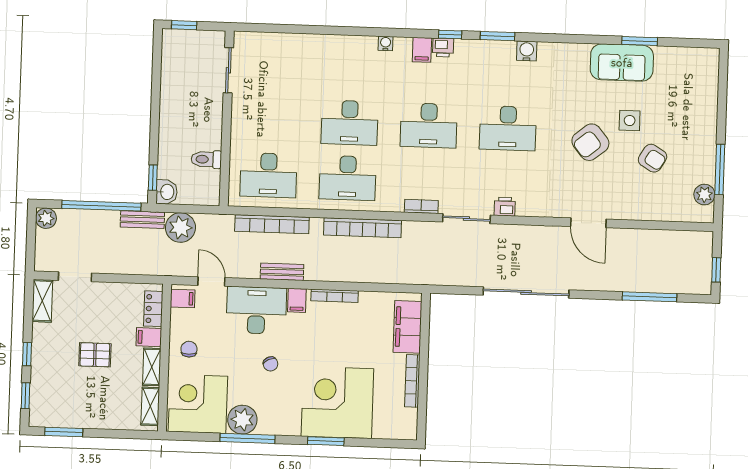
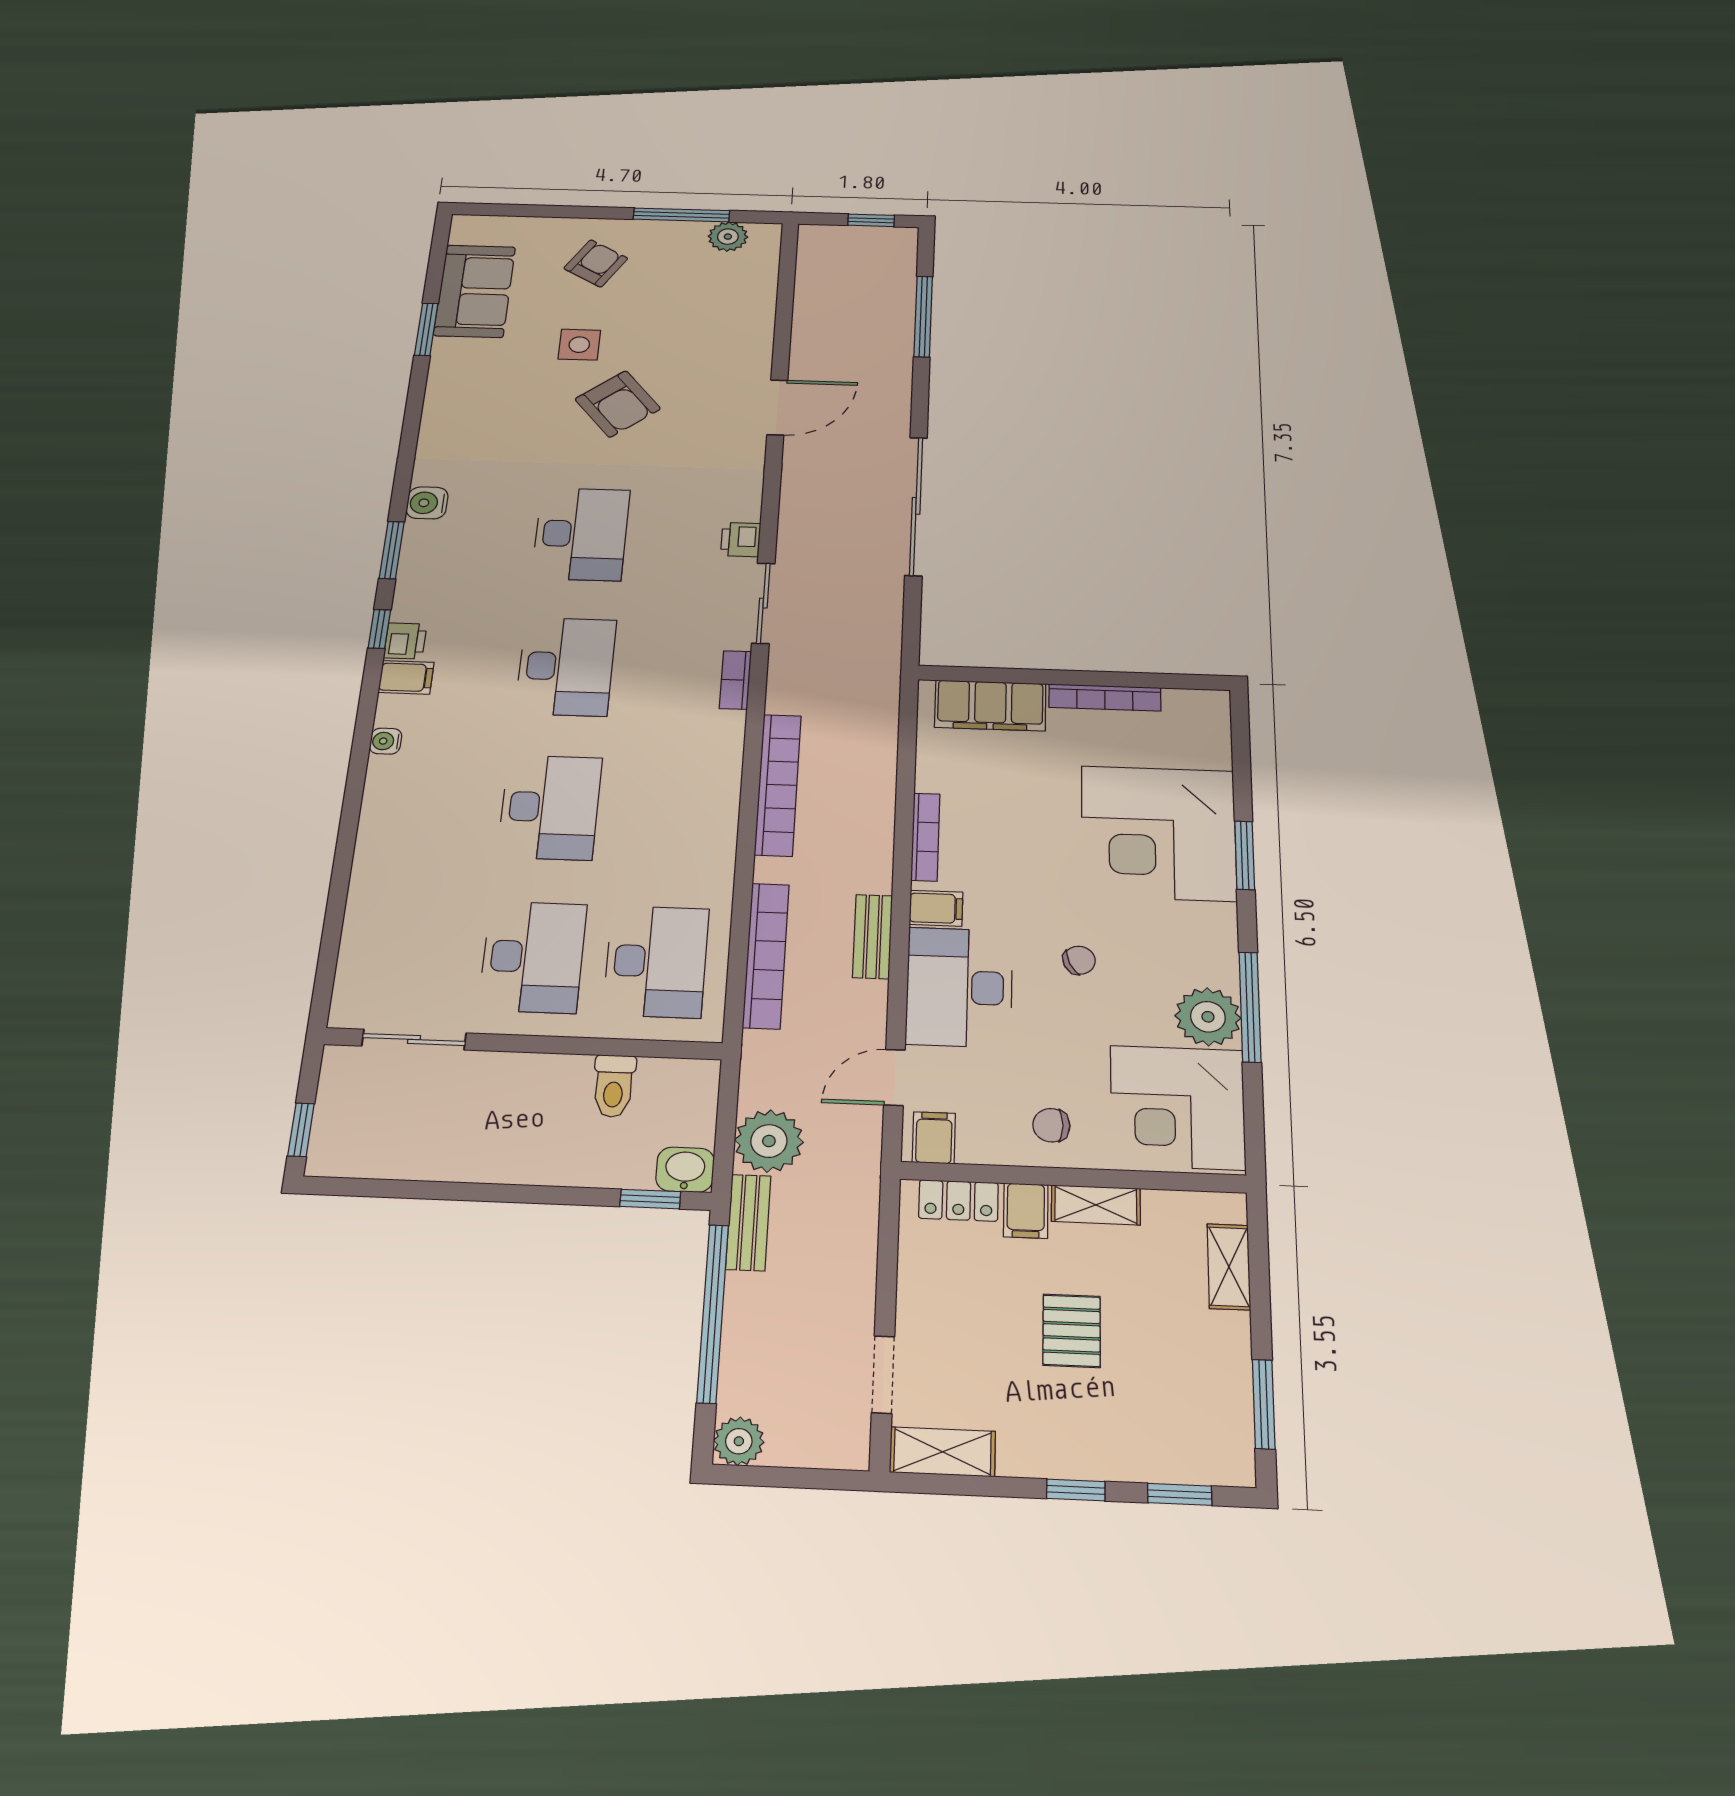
sofa: (622, 63) -> (475, 291), moved
armchair: (653, 158) -> (596, 263), moved
desk: (348, 178) -> (533, 957), moved
shelving: (150, 406) -> (1229, 1267), moved, turned 90

